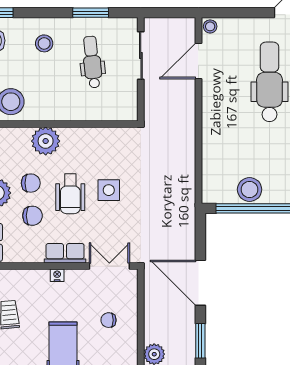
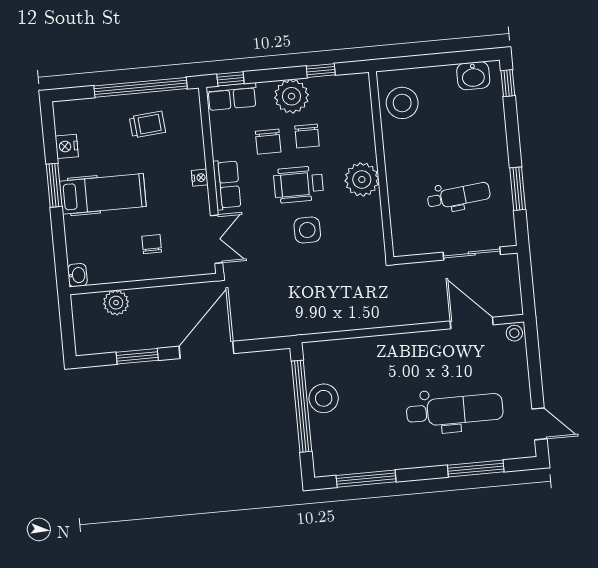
stool: (44, 43) -> (476, 136), removed
plant: (46, 141) -> (362, 179), moved

